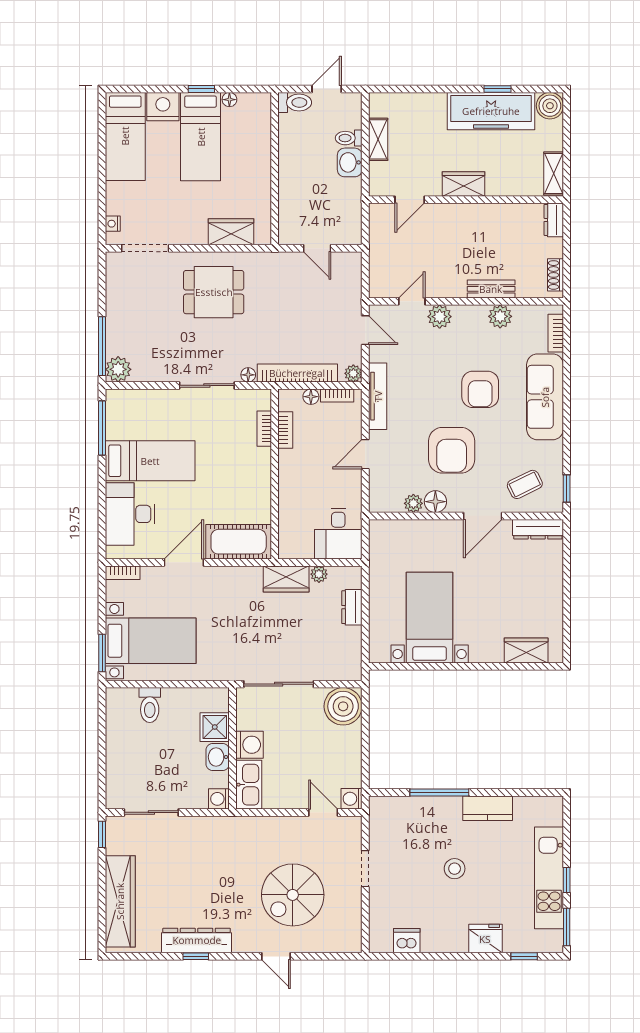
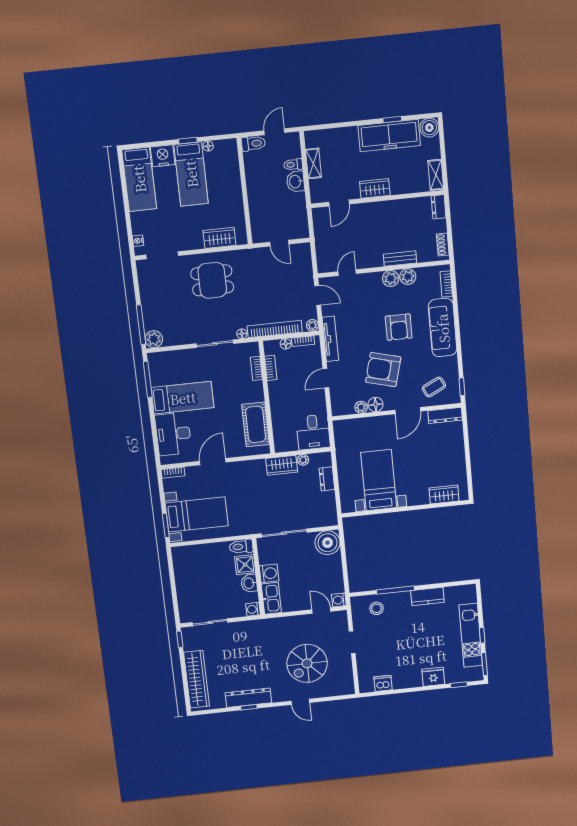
plant: (440, 317) -> (391, 278), moved
armchair: (452, 450) -> (383, 370), turned 105
cot: (239, 542) -> (256, 424), moved, turned 90
toilet: (150, 705) -> (241, 547), moved, turned 90
stool: (455, 869) -> (376, 608), moved

